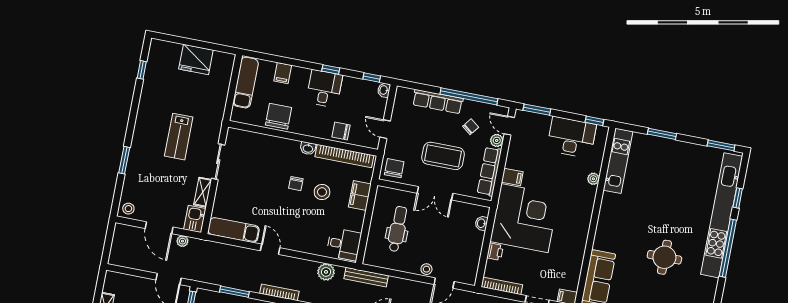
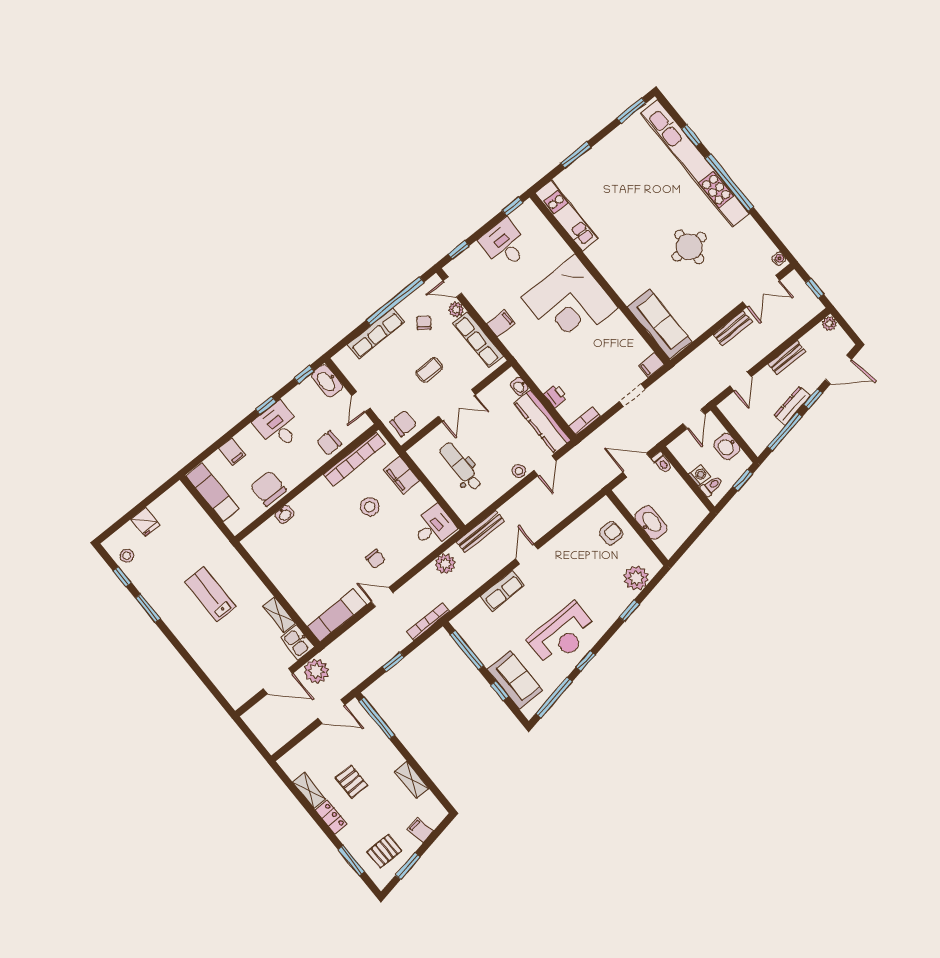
fridge: (196, 59) -> (145, 522), width x0.53, depth x0.75
washbasin: (384, 90) -> (327, 381), width x1.91, depth x1.45
window: (537, 110) -> (459, 250), width x0.67
door: (385, 129) -> (361, 402), hinge flipped
lab bench: (179, 137) -> (211, 594), turned 180
desk: (571, 137) -> (505, 244), width x0.73
washbasin: (308, 148) -> (284, 514), moved
coffee table: (443, 156) -> (429, 370), width x0.54, depth x0.58
window: (124, 160) -> (148, 608), moved
sliding door: (218, 162) -> (263, 577), removed
chair: (394, 168) -> (403, 423), turned 90
plant: (593, 179) -> (564, 251), removed
chair: (296, 184) -> (375, 559), moved
stool: (128, 209) -> (127, 556), moved
corner desk: (525, 218) -> (570, 303), moved, turned 180
plant: (182, 241) -> (316, 671), width x1.88, depth x1.88
kitchen counter: (471, 257) -> (542, 422), added
bookcase: (502, 286) -> (585, 421), width x0.64
window: (234, 292) -> (393, 662), width x0.67

